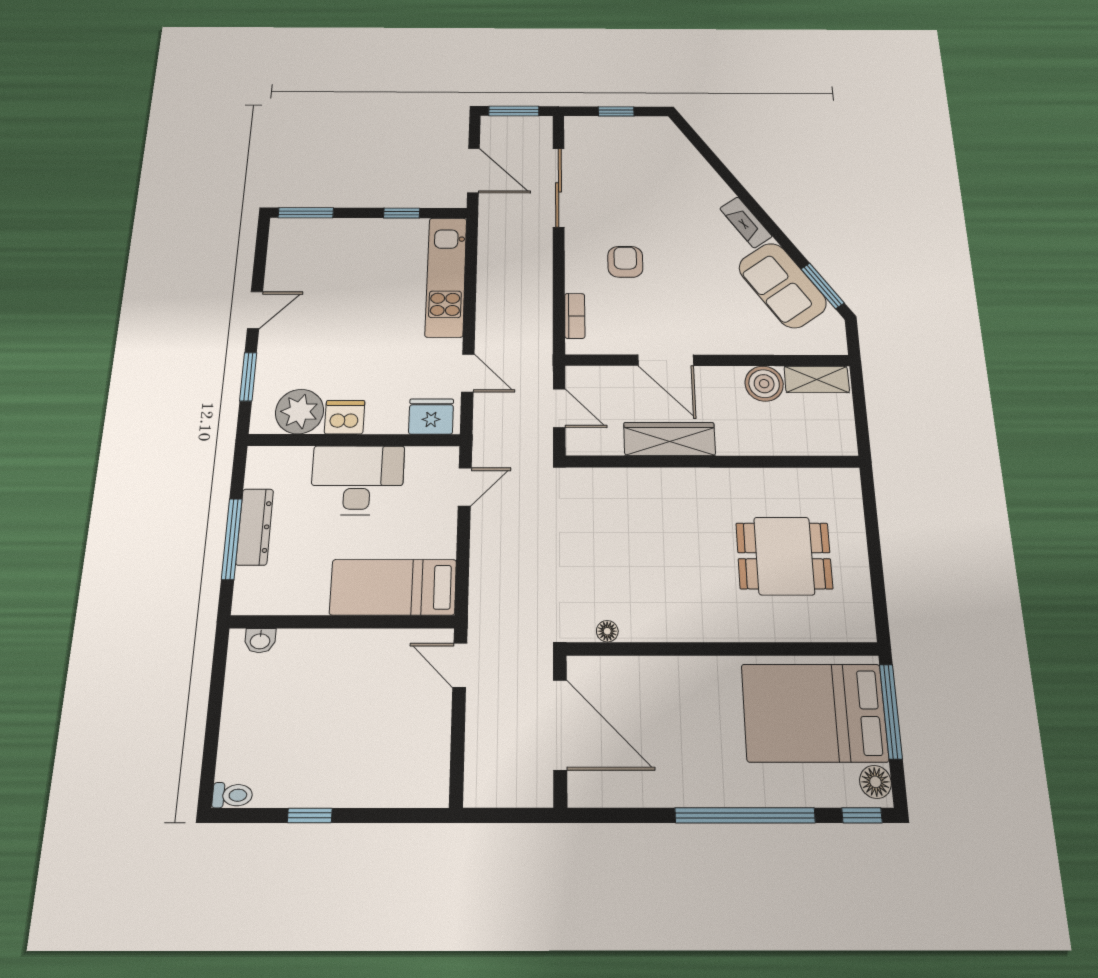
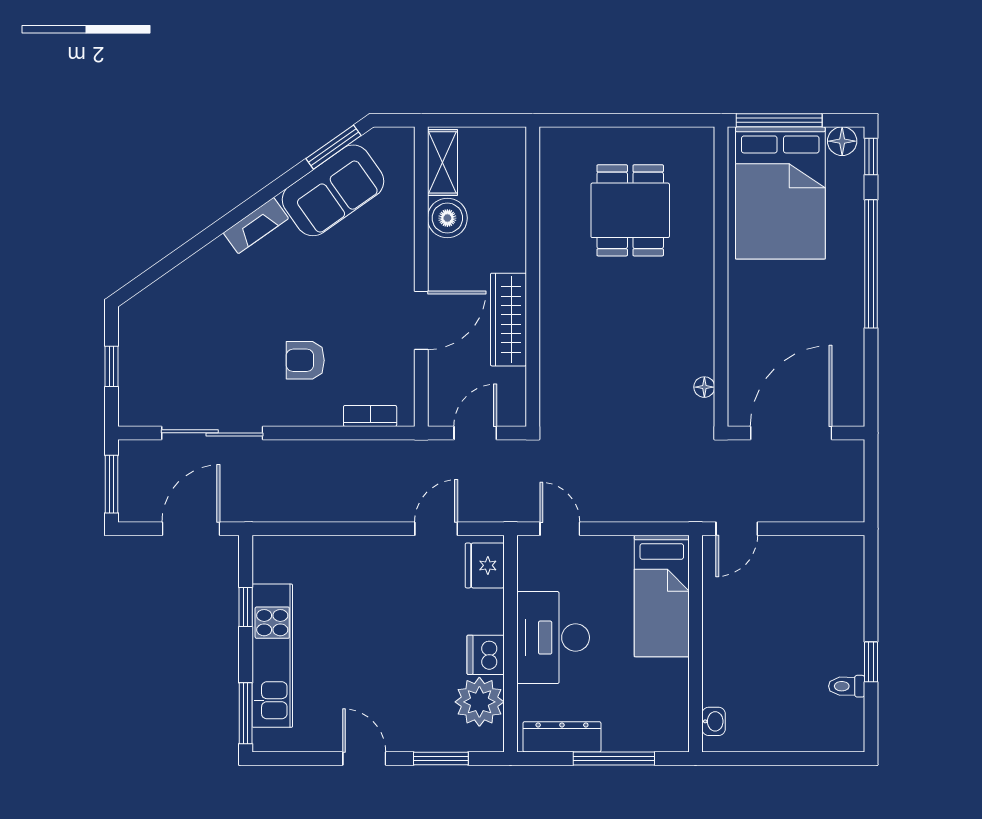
kitchen unit: (446, 277) -> (272, 656), moved, turned -90
dresser: (255, 527) -> (562, 737), moved
toilet: (232, 795) -> (847, 686), moved, turned -90

